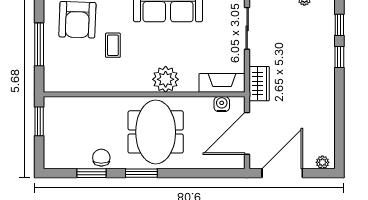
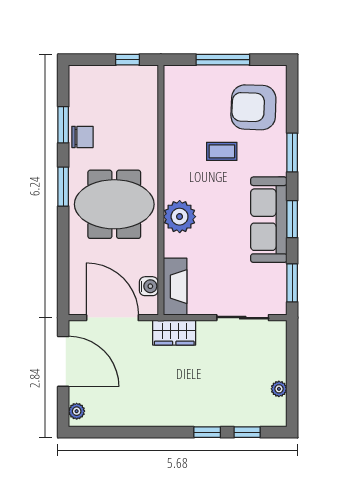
window: (39, 121) -> (127, 60), width x0.67

